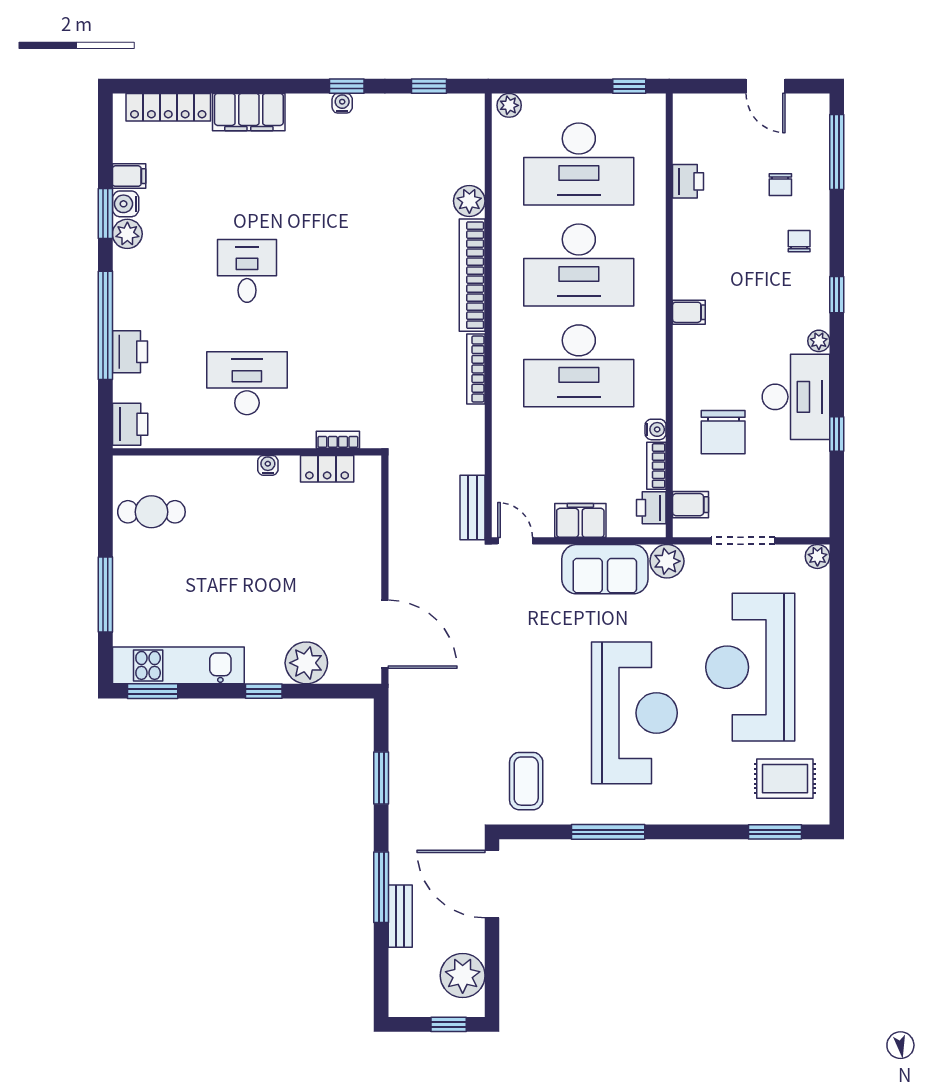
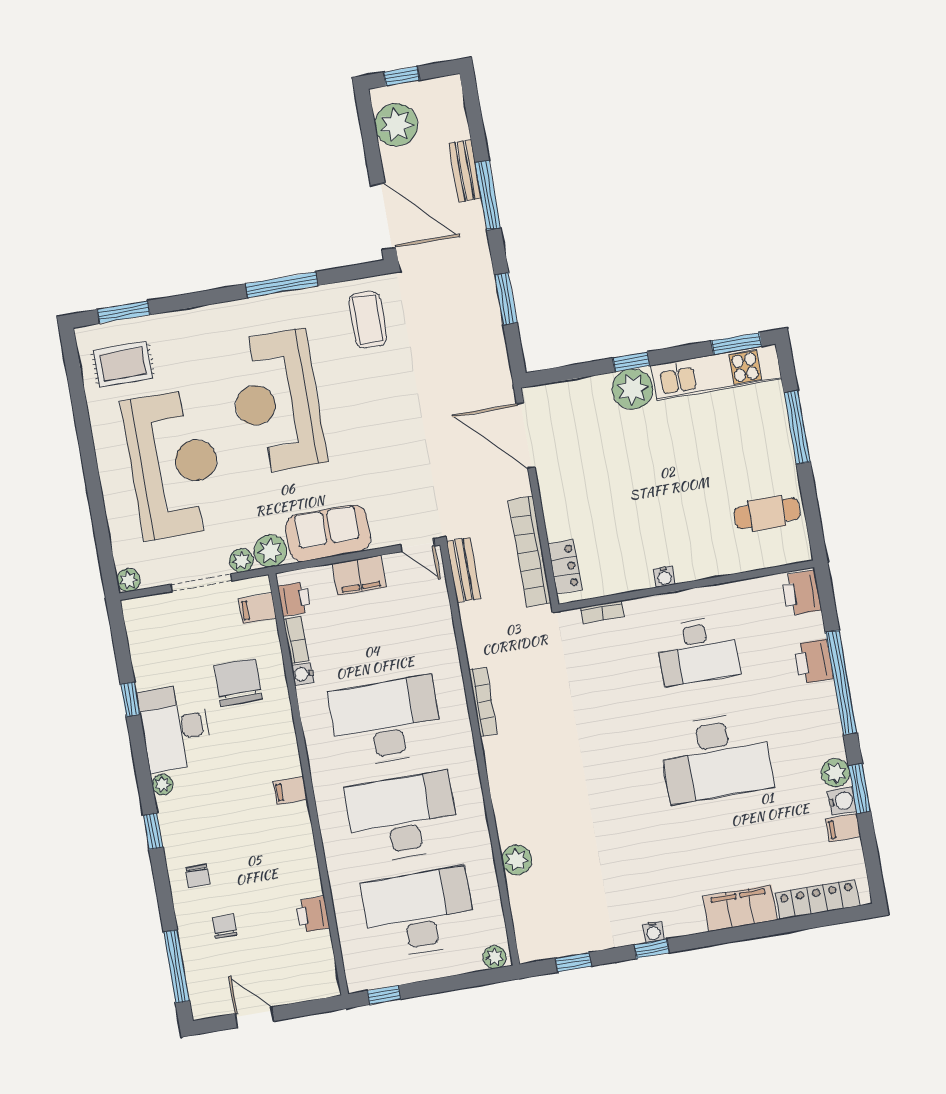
desk: (247, 271) -> (716, 757), width x1.87, depth x1.30
bookcase: (472, 275) -> (530, 552), moved, turned 180
locker: (327, 469) -> (565, 566), moved, turned 90
plant: (698, 557) -> (241, 560), added
plant: (306, 663) -> (632, 389), moved

